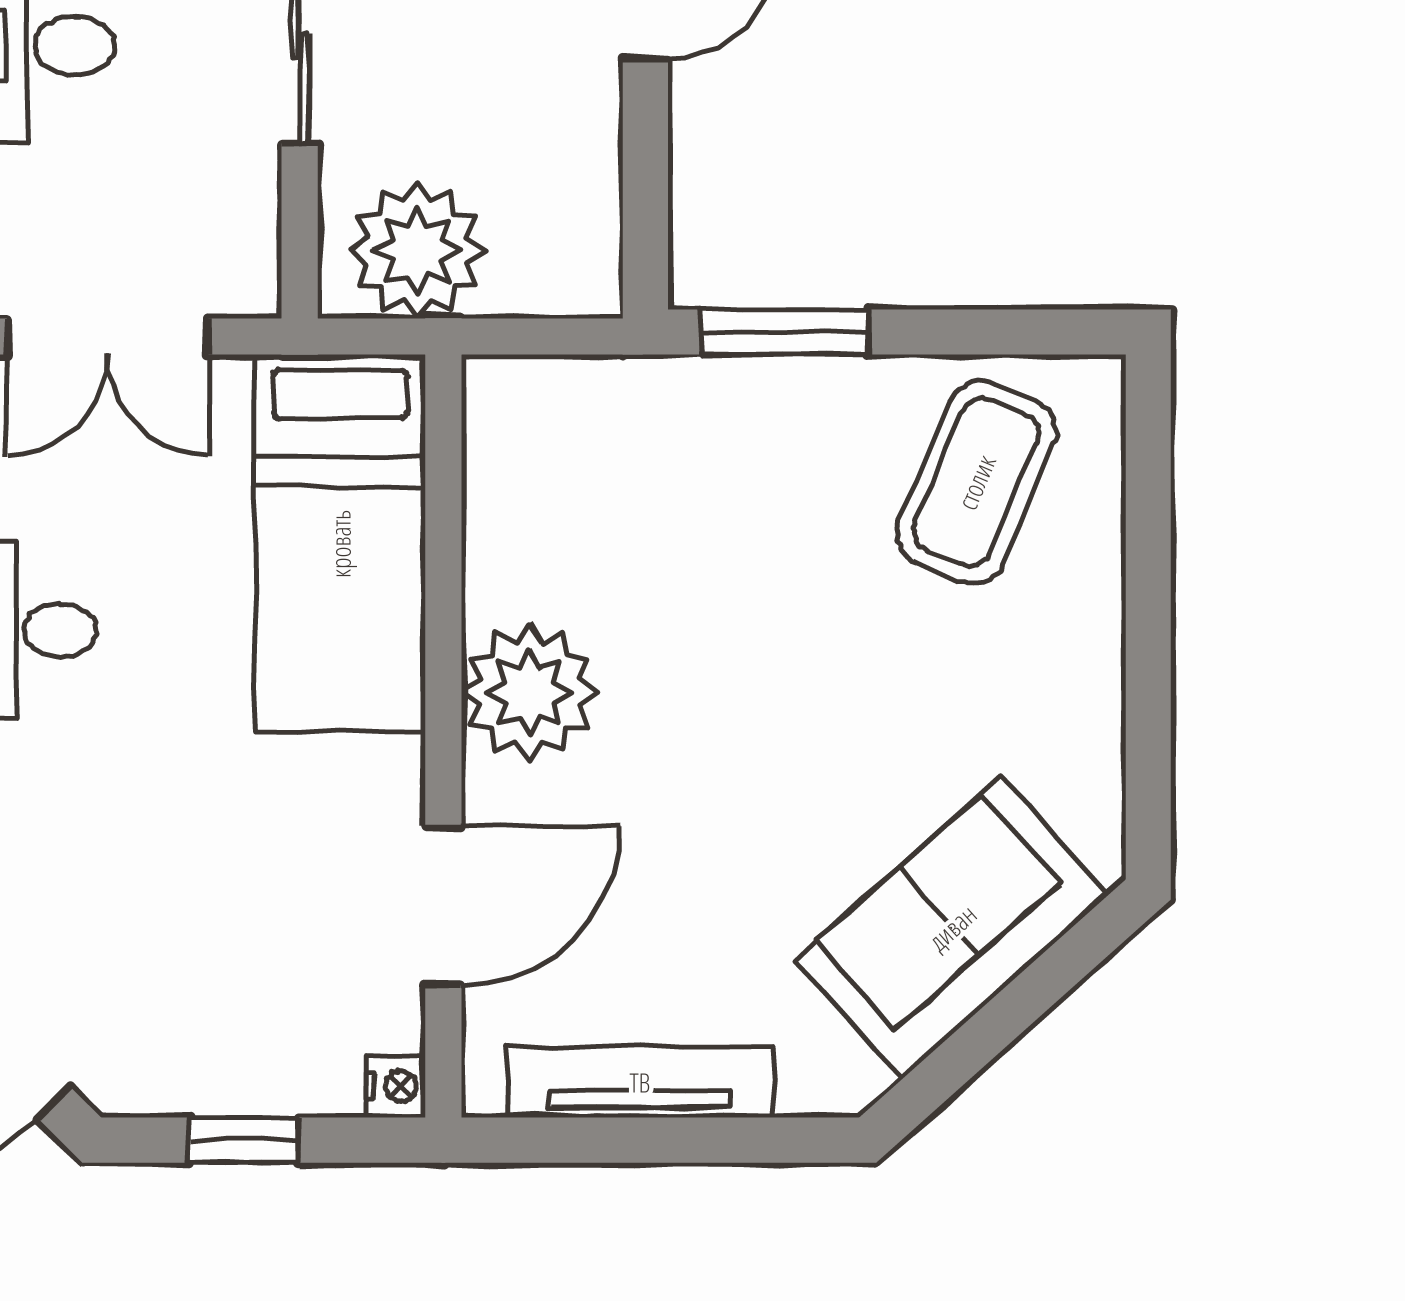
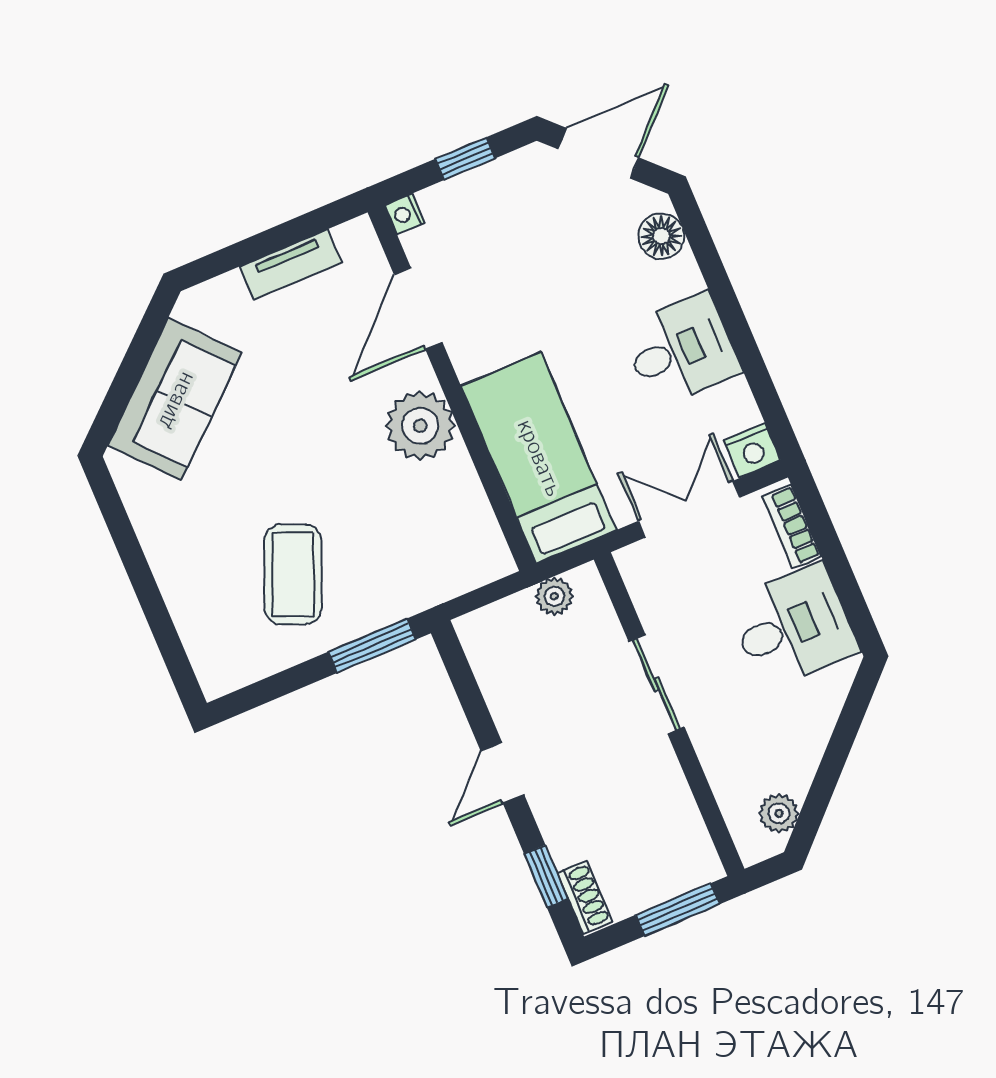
plant: (417, 251) -> (554, 596), width x0.53, depth x0.53
coffee table: (976, 482) -> (293, 574), moved
tv unit: (640, 1082) -> (291, 265), width x0.71

